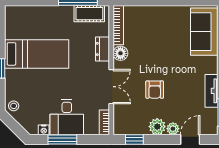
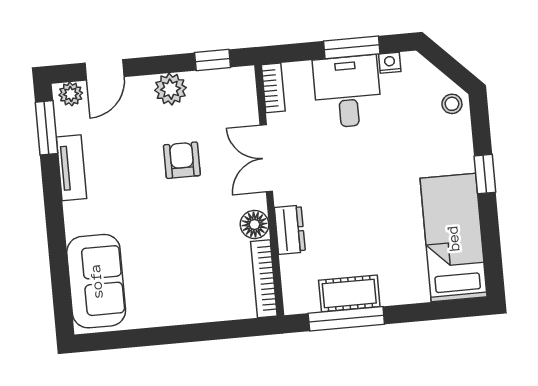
cot: (89, 14) -> (349, 293), moved
bed: (37, 54) -> (453, 238), moved, turned 90
plant: (173, 129) -> (71, 94), moved

